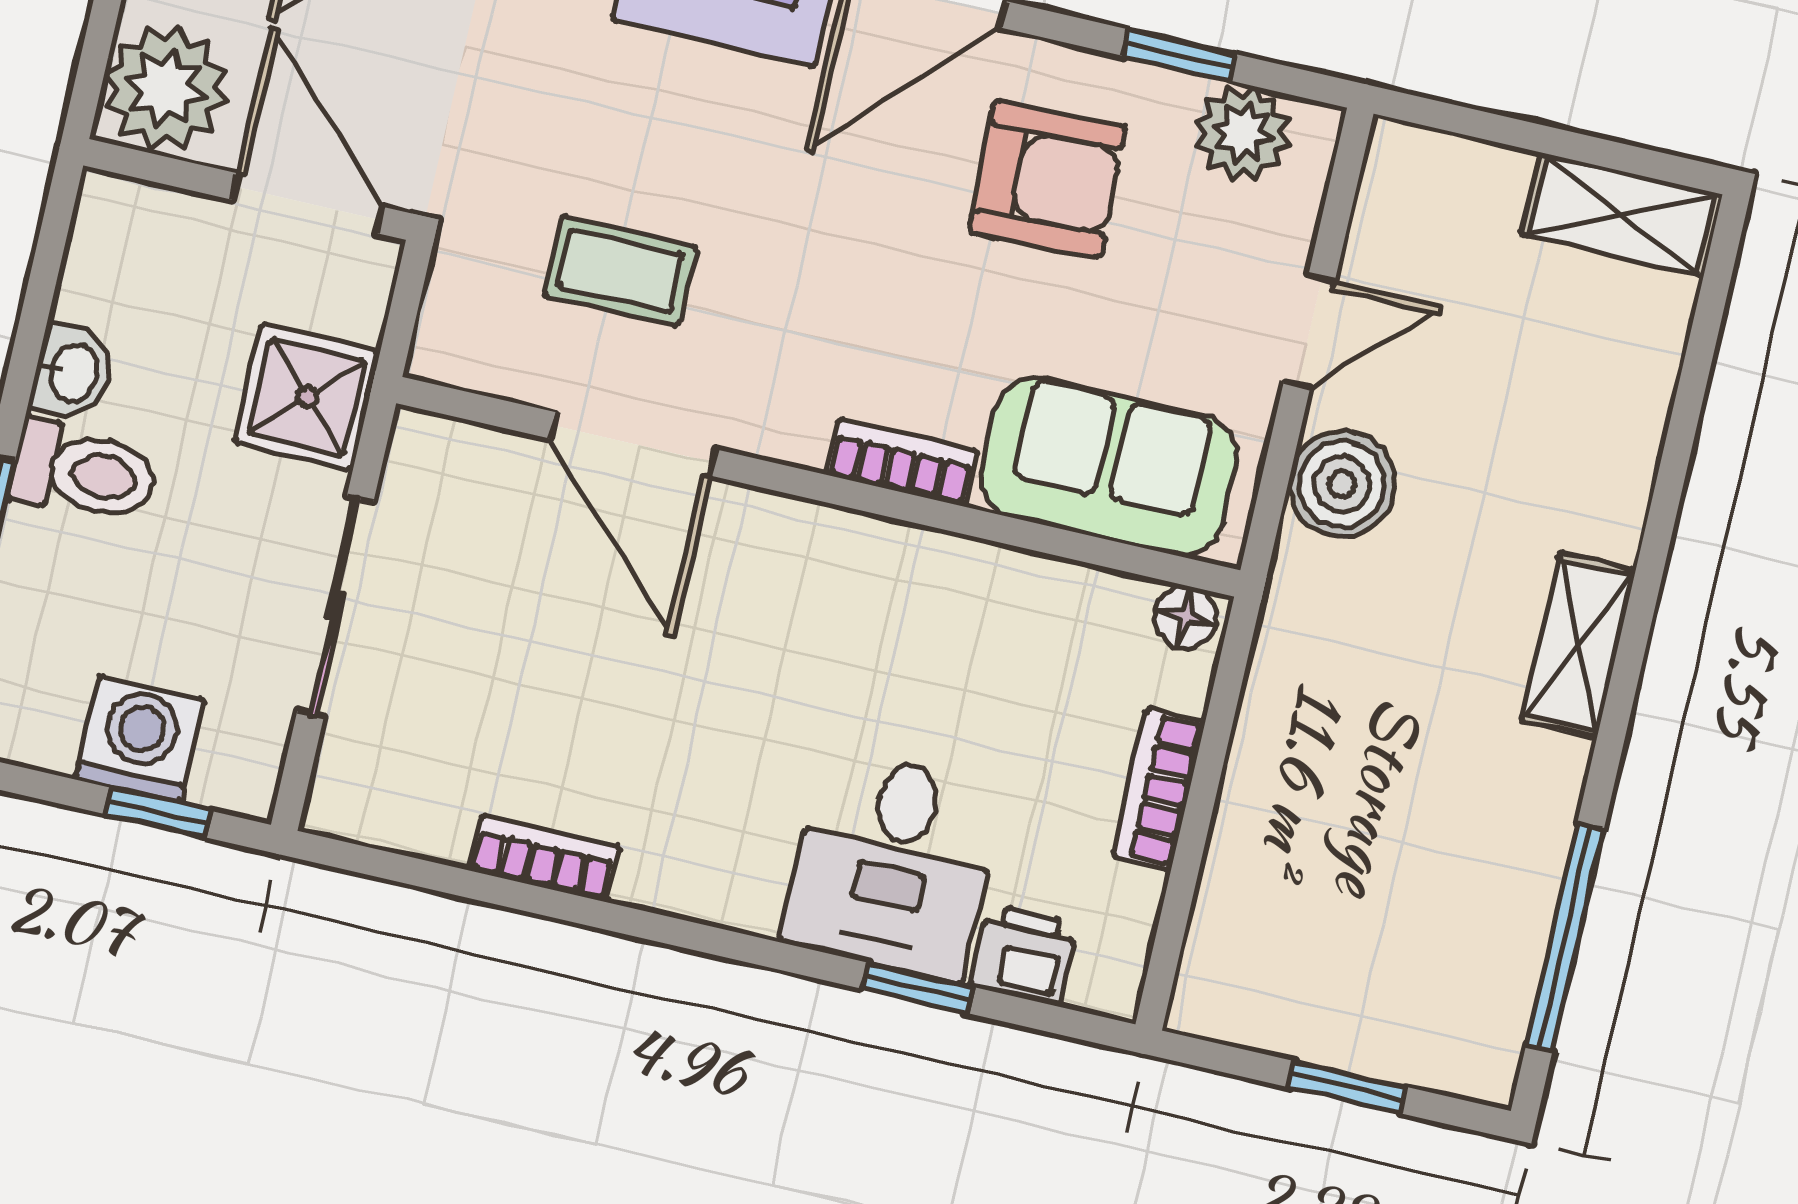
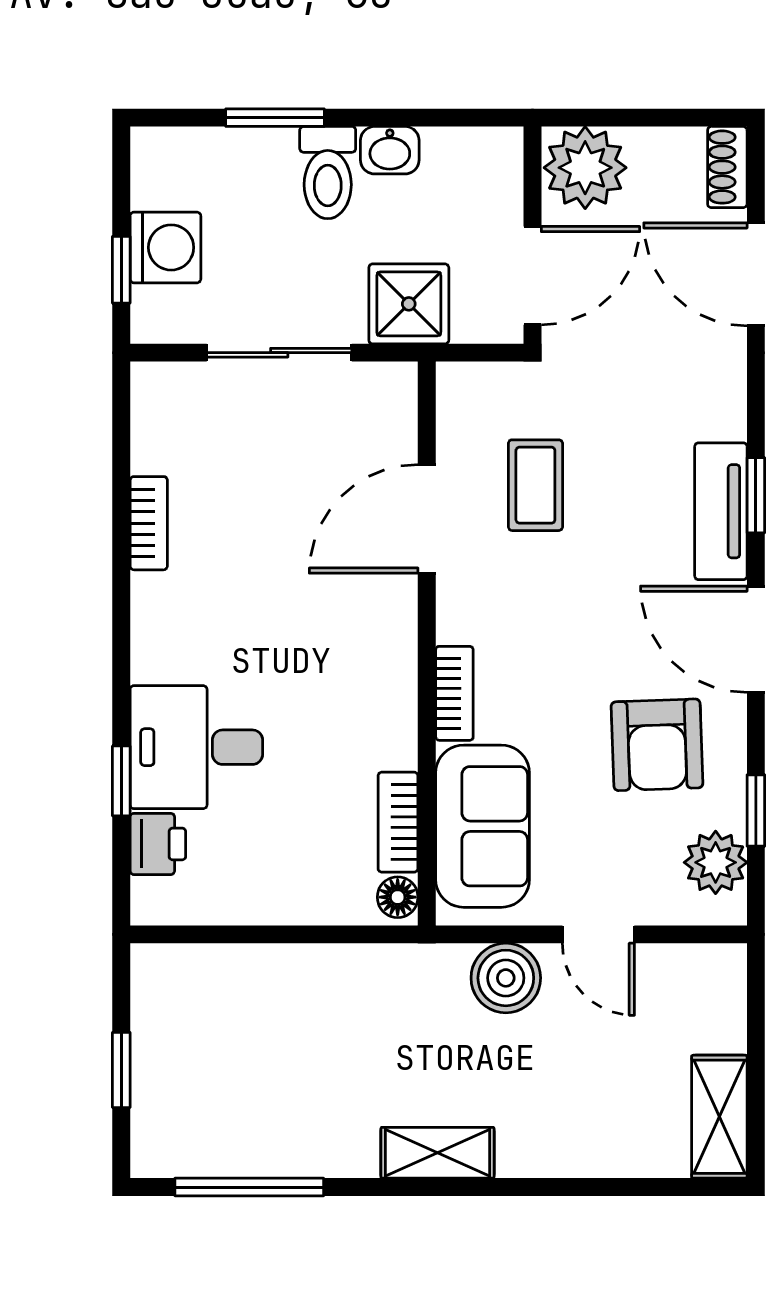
bookcase: (1159, 789) -> (398, 822), moved, turned -90

